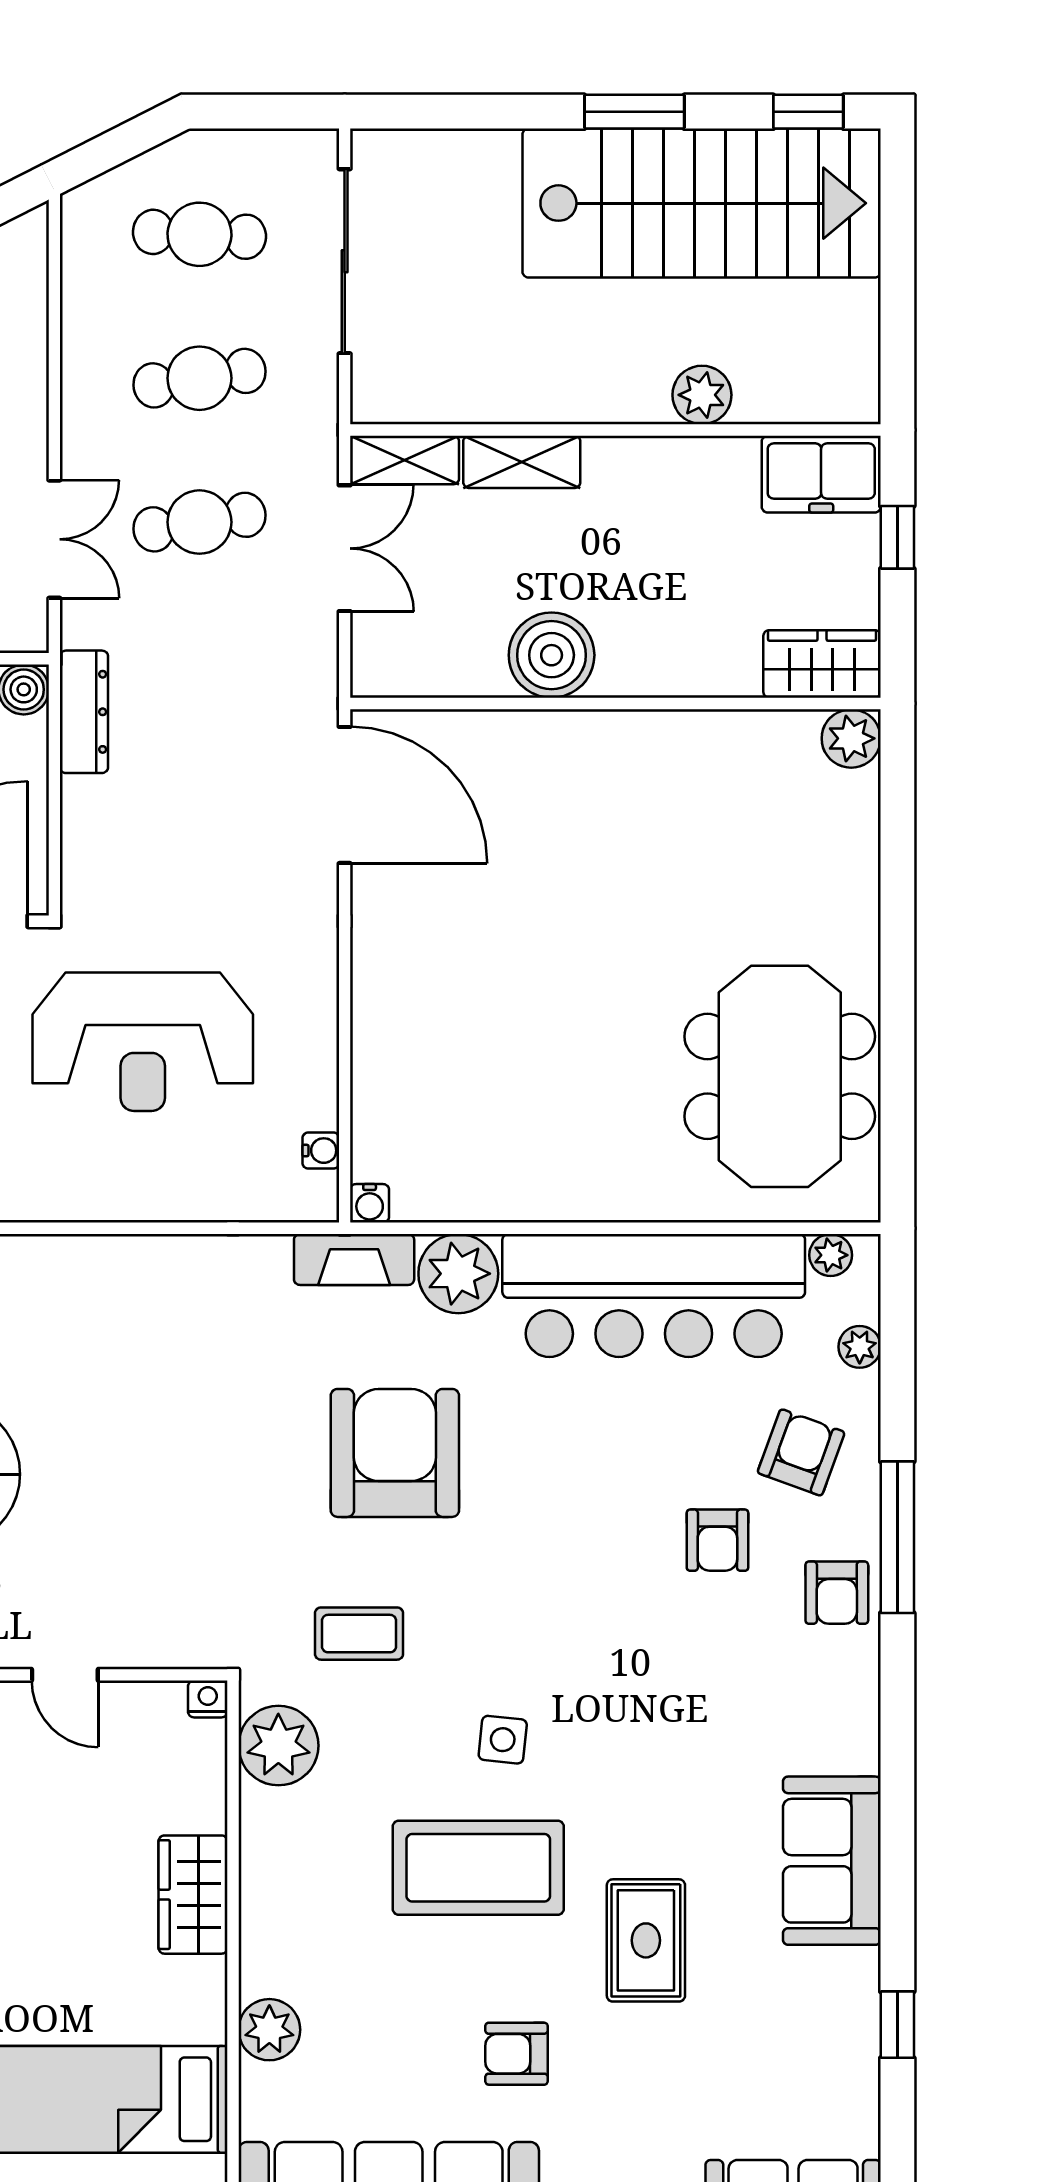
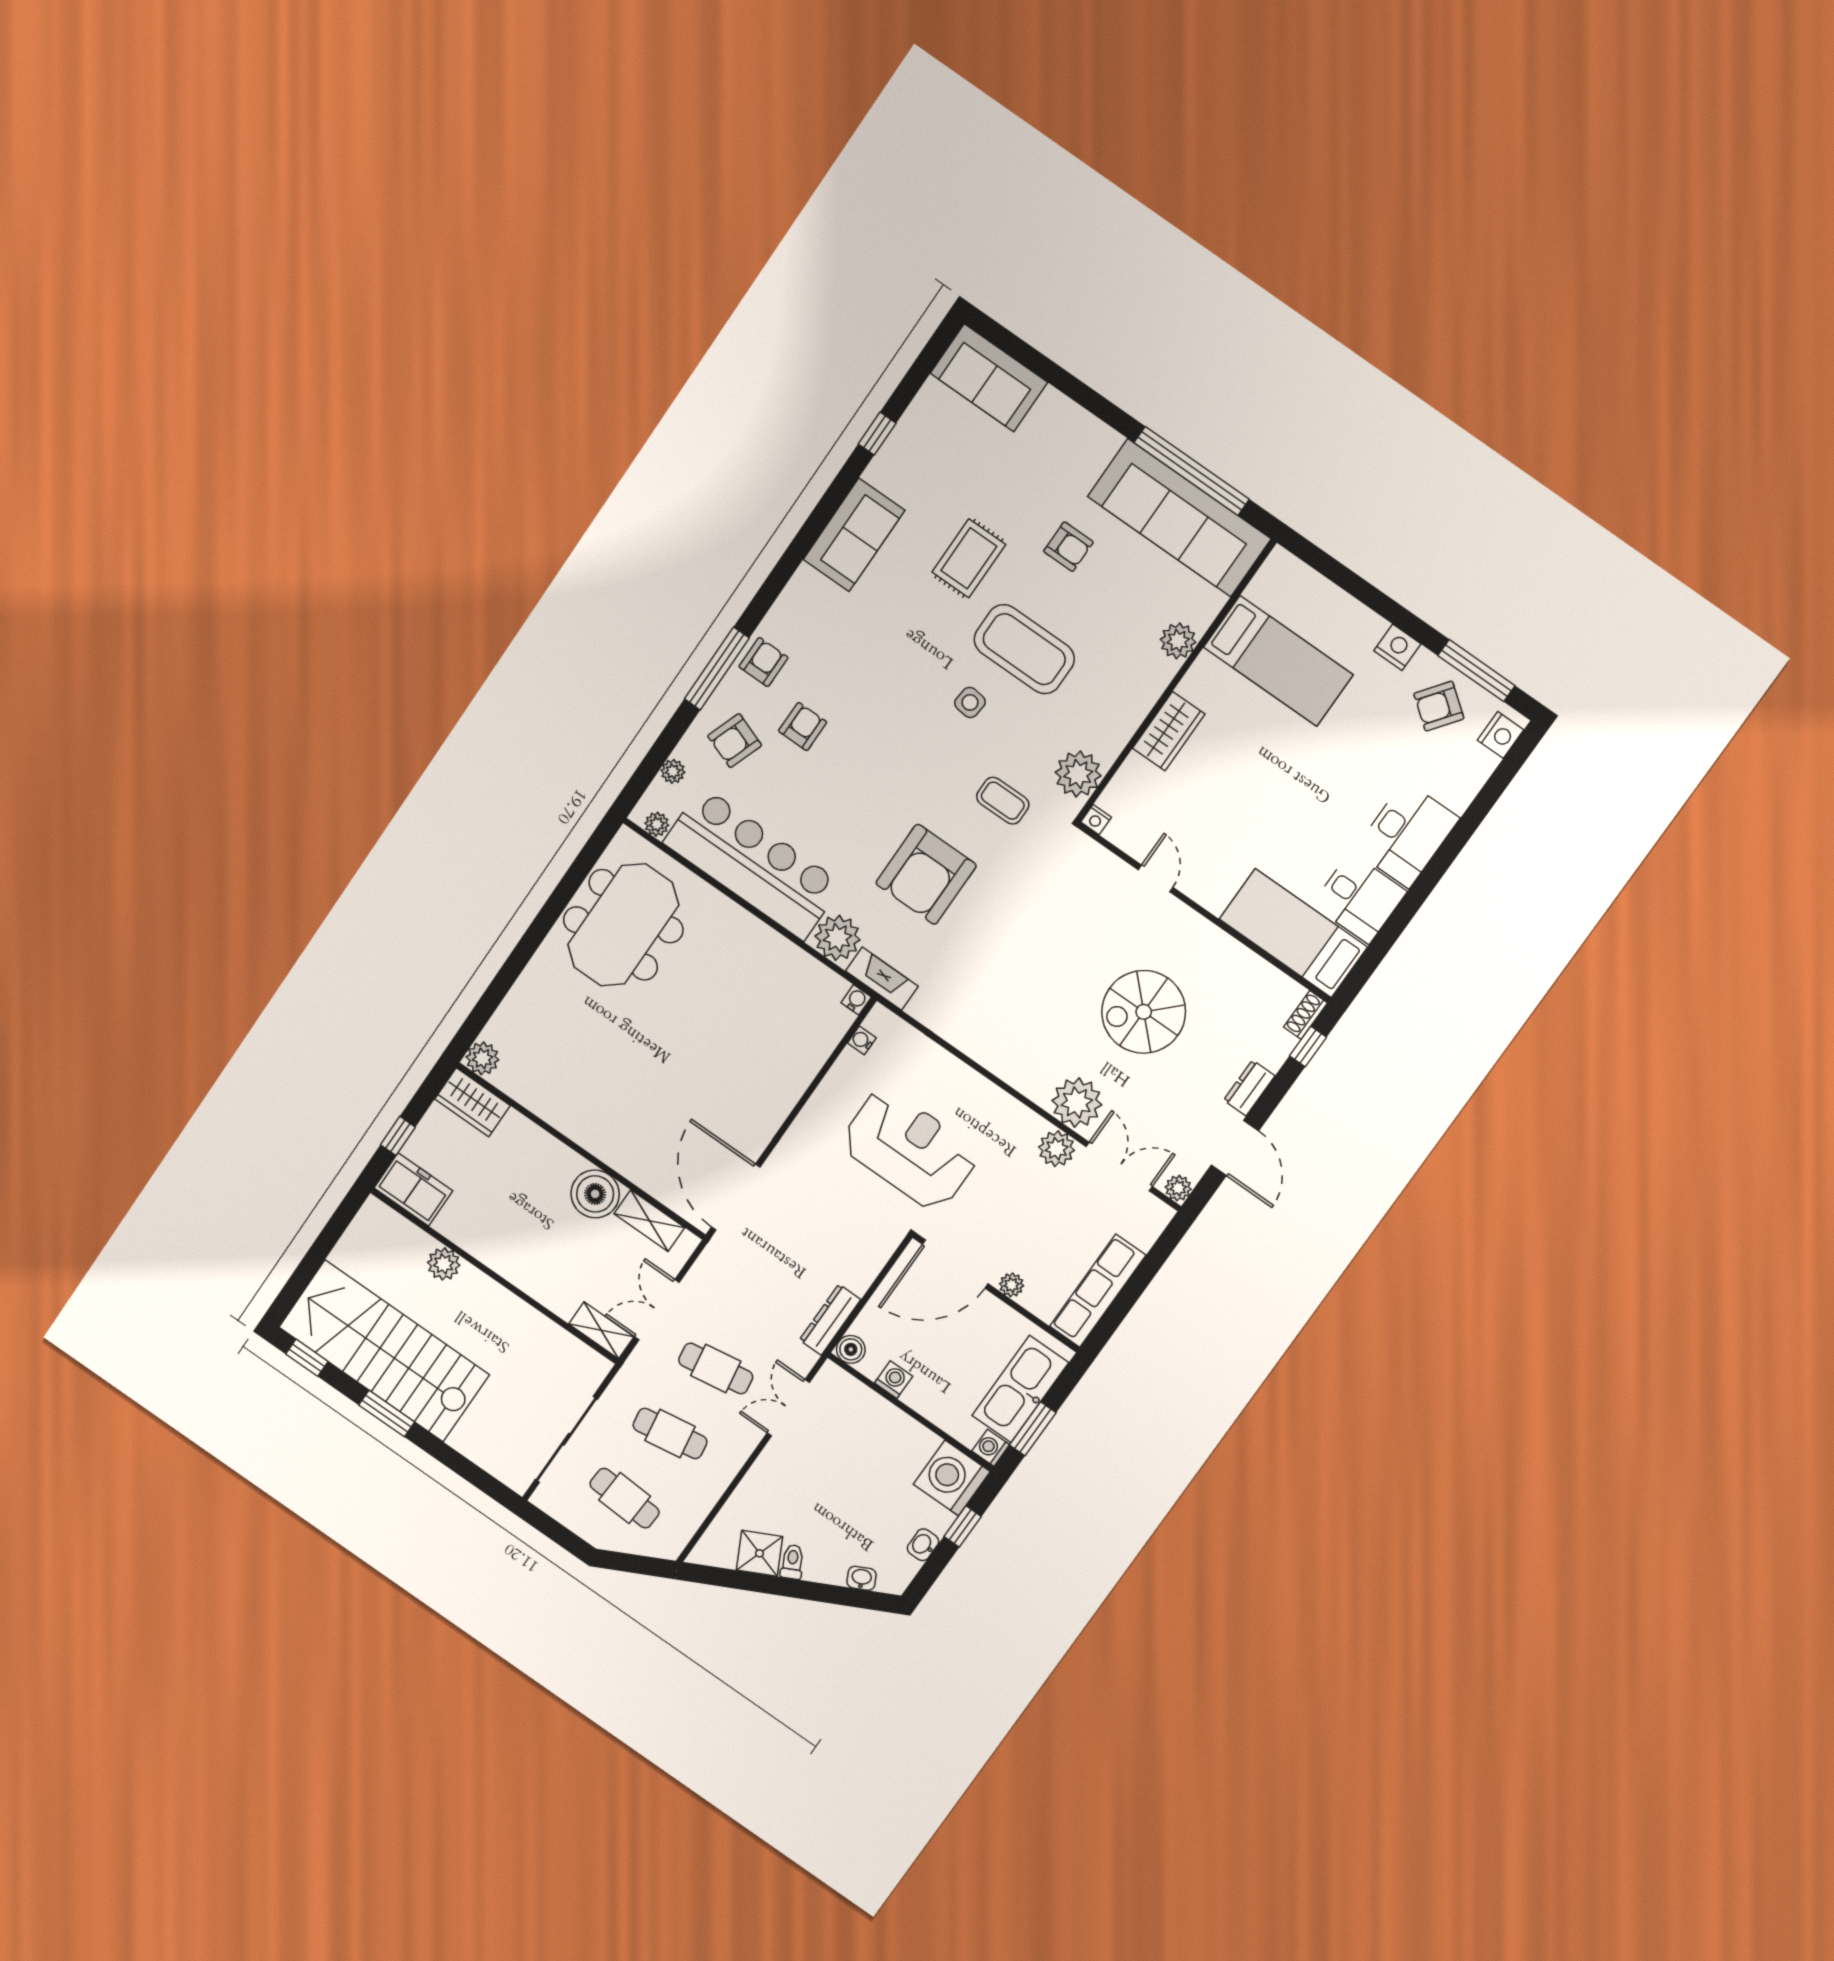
shelving: (522, 462) -> (649, 1221), moved

